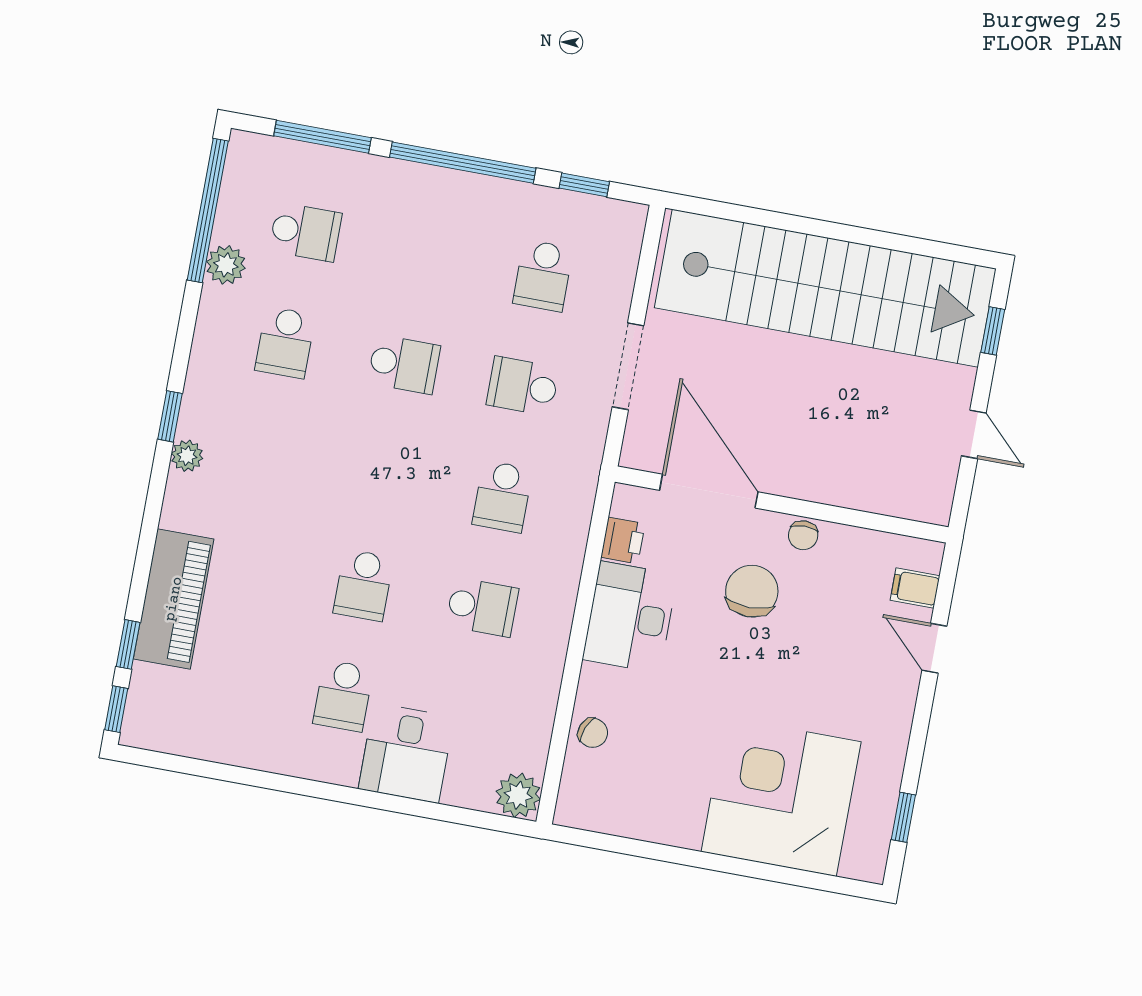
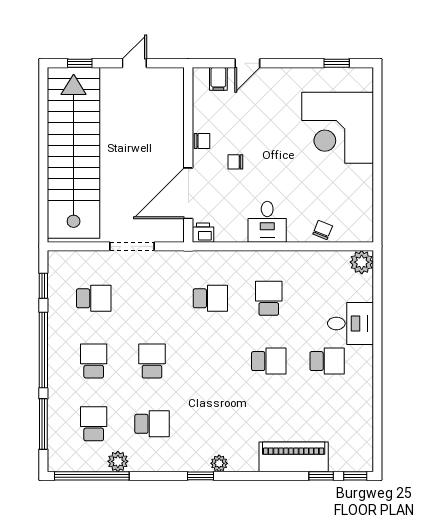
school desk: (523, 386) -> (94, 361), moved, turned 180
printer: (623, 540) -> (203, 233), moved
chair: (752, 591) -> (235, 162), width x0.54, depth x0.54
desk: (630, 617) -> (267, 222), width x0.73

